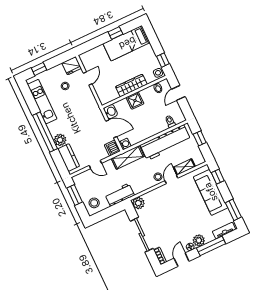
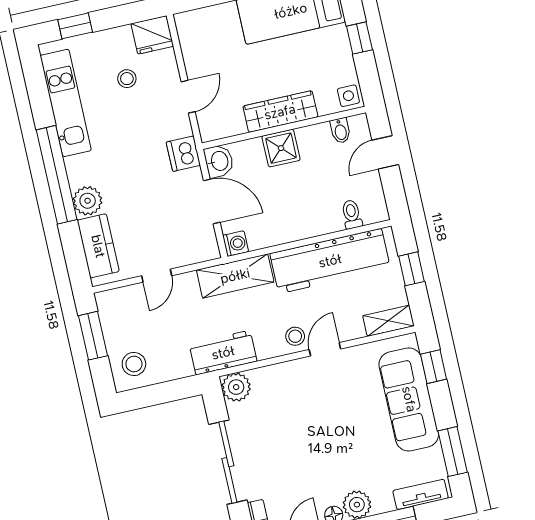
window: (163, 60) -> (359, 38), moved
door: (88, 79) -> (188, 97), moved
dishwasher: (112, 148) -> (183, 154), moved
door: (95, 164) -> (157, 276), hinge flipped
shelving: (184, 167) -> (388, 321), moved
workbench: (120, 195) -> (223, 353), moved

